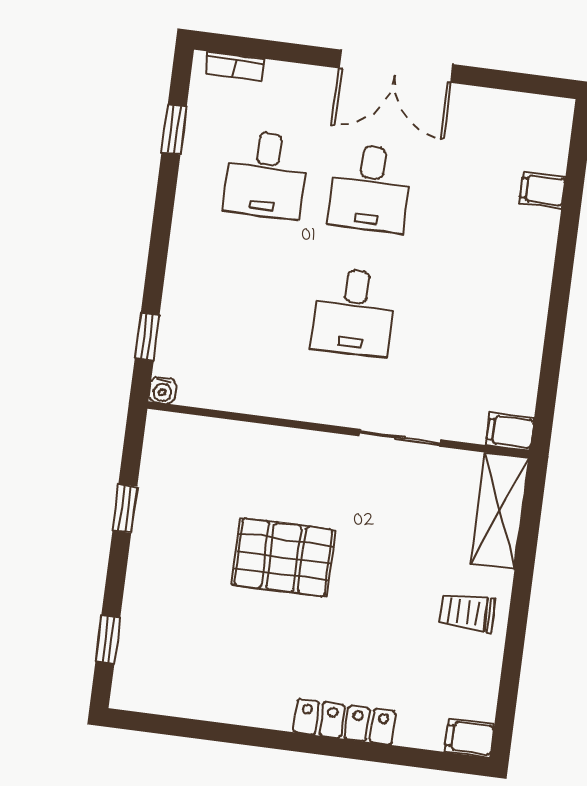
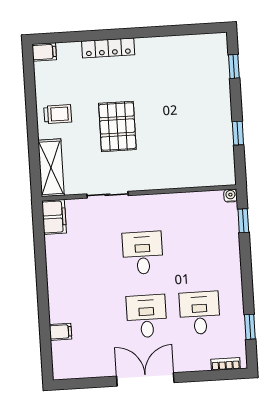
filing cabinet: (510, 431) -> (54, 217), width x2.00
pallet: (284, 557) -> (117, 126), moved, turned 90

